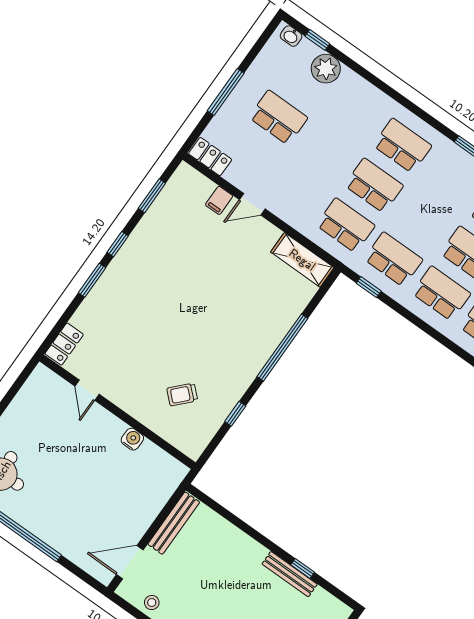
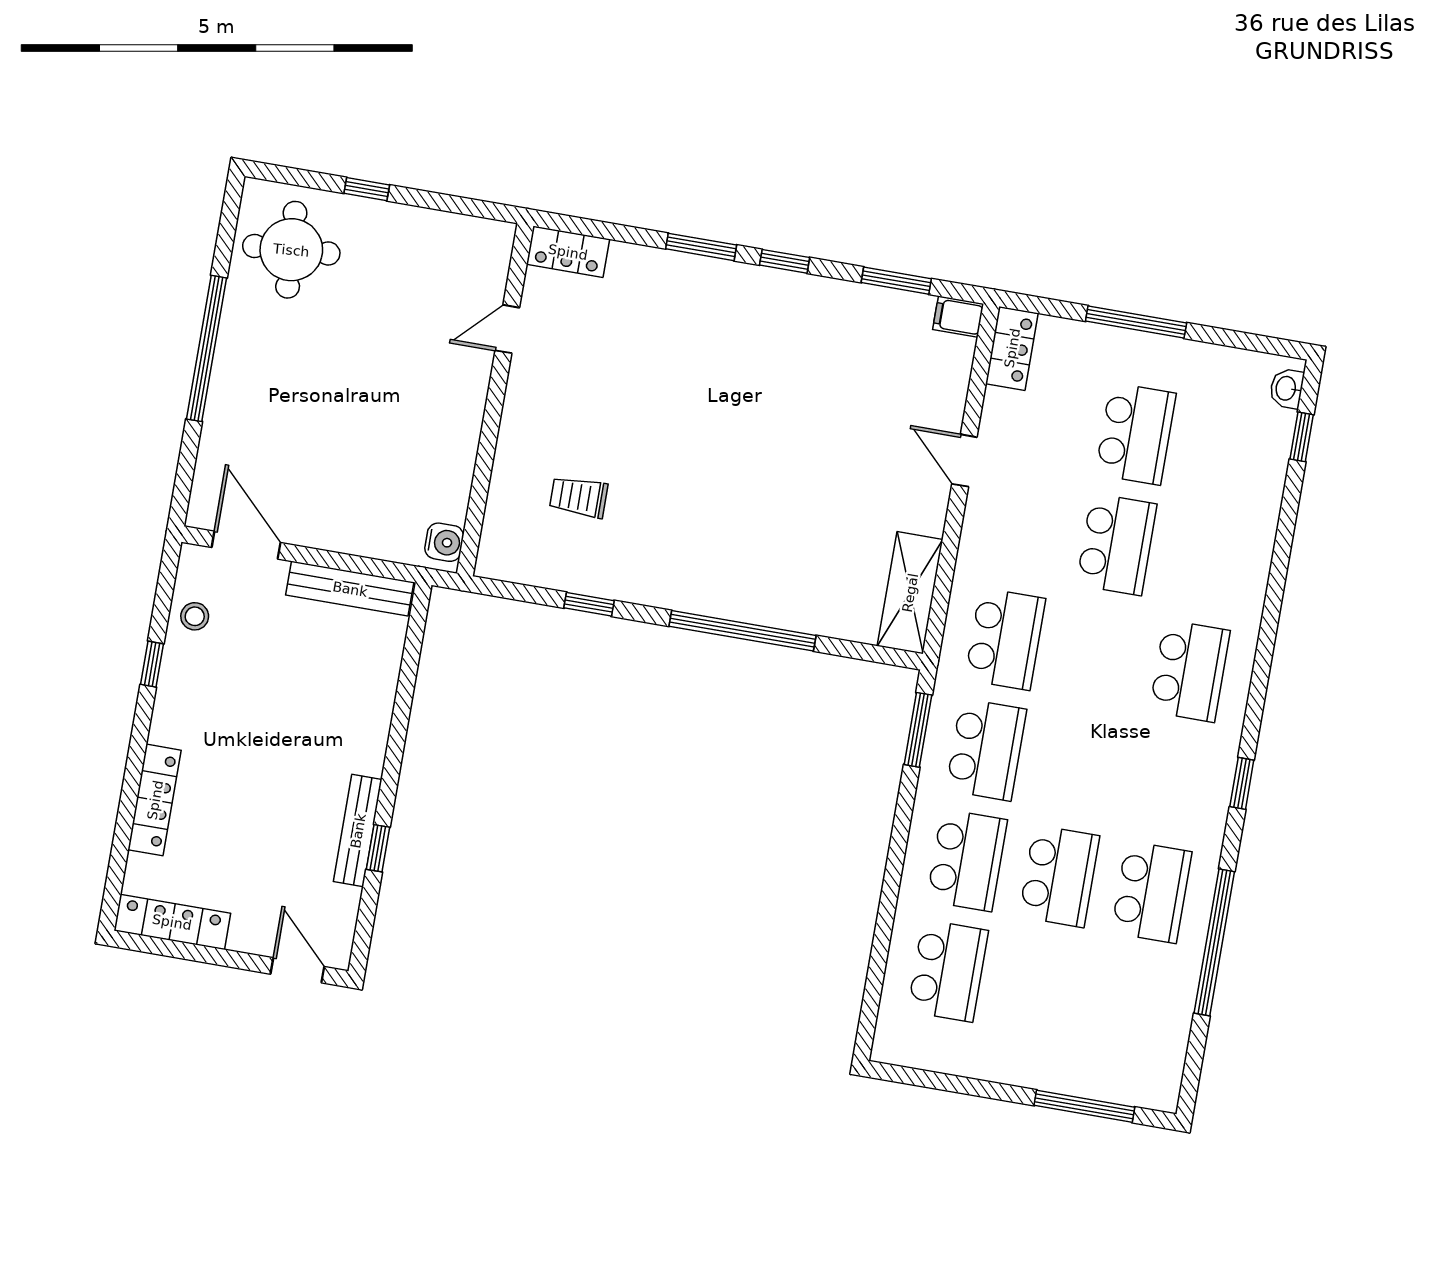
plant: (326, 69) -> (1259, 475), removed
school desk: (374, 186) -> (1117, 544), moved
filing cabinet: (219, 200) -> (958, 317), moved
window: (369, 287) -> (918, 730), width x1.50
trolley: (182, 394) -> (579, 497), turned -43
water cooler: (132, 439) -> (444, 542), moved

